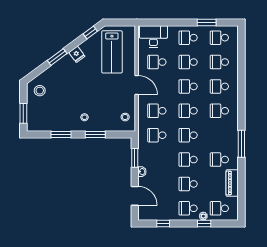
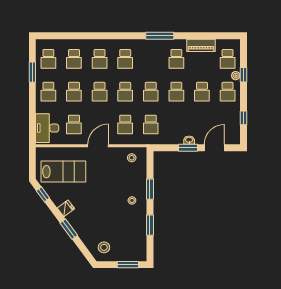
window: (135, 158) -> (188, 148), moved

